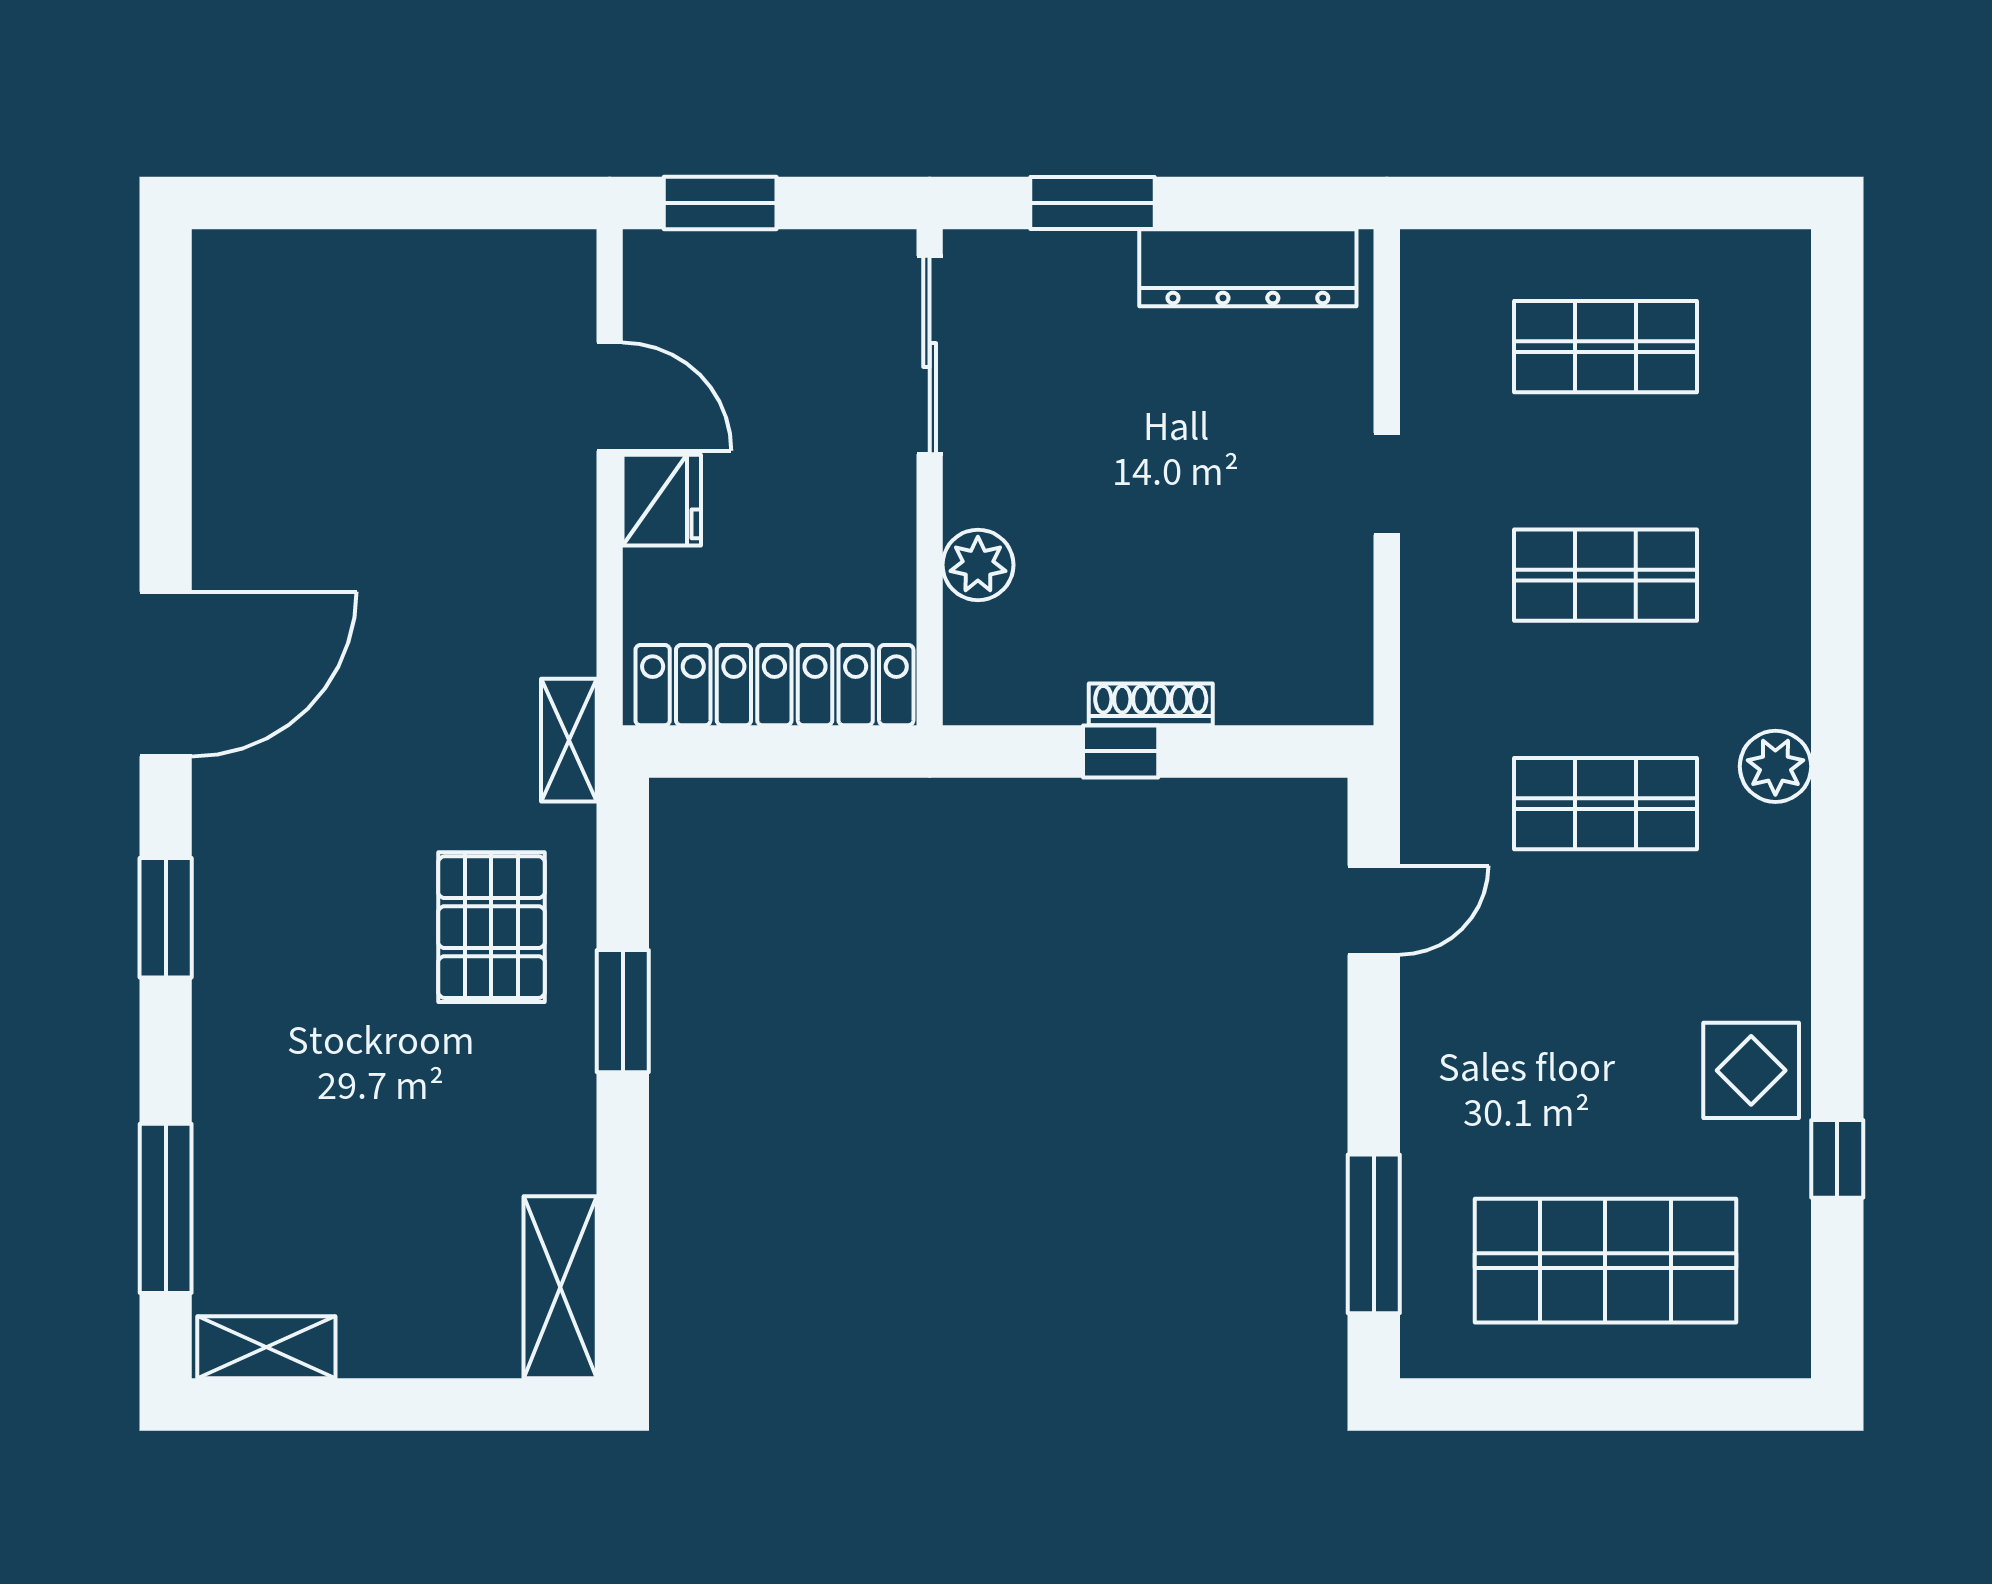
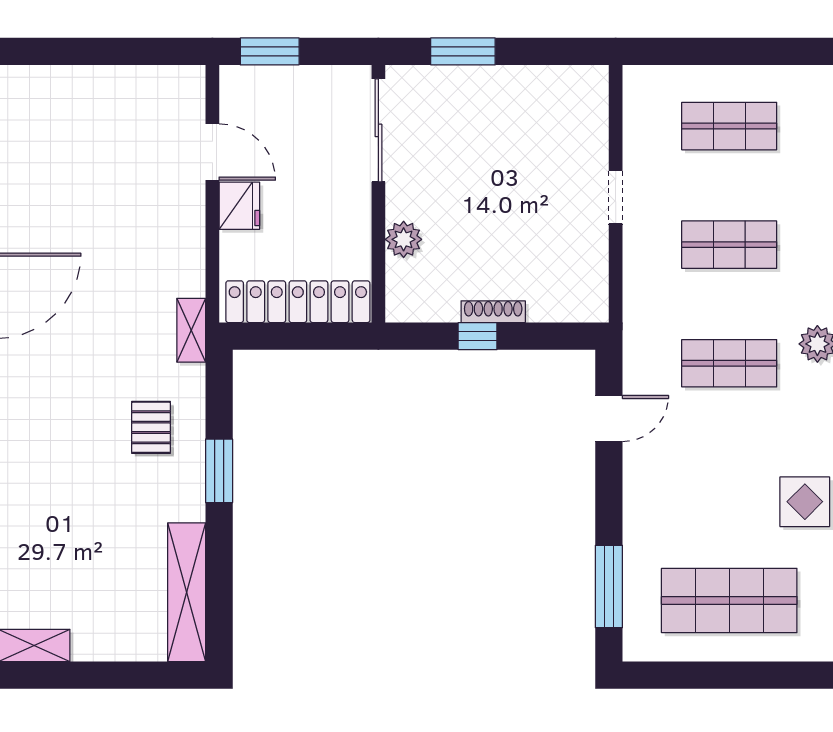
dresser: (1248, 268) -> (544, 85), removed
pallet: (491, 927) -> (151, 427), width x0.67, depth x0.71
shelving: (560, 1287) -> (187, 592), width x1.47

